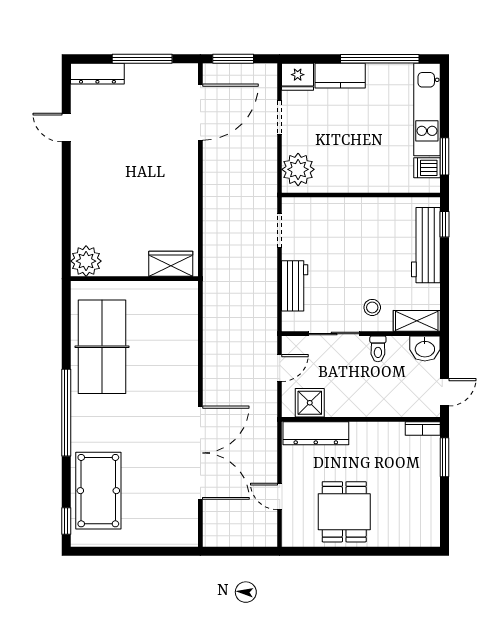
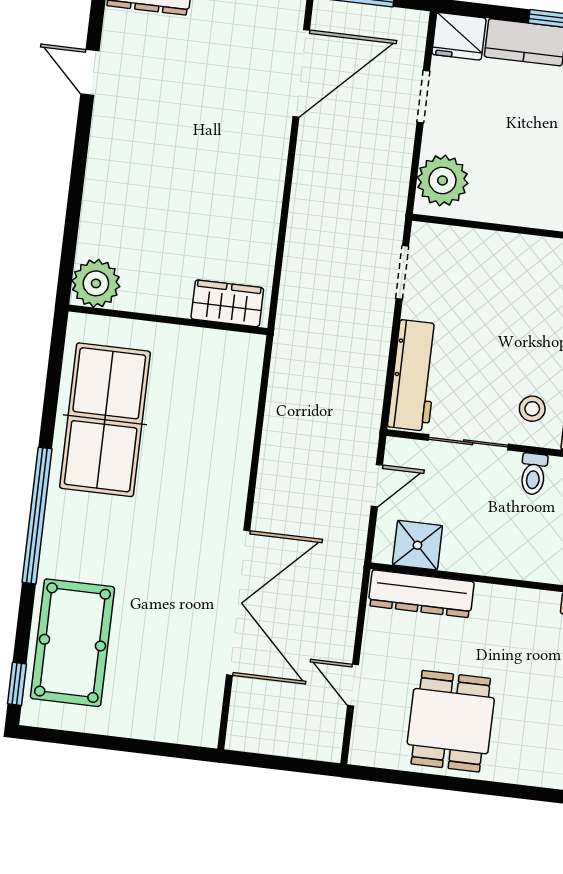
workbench: (295, 286) -> (414, 375), width x1.38

